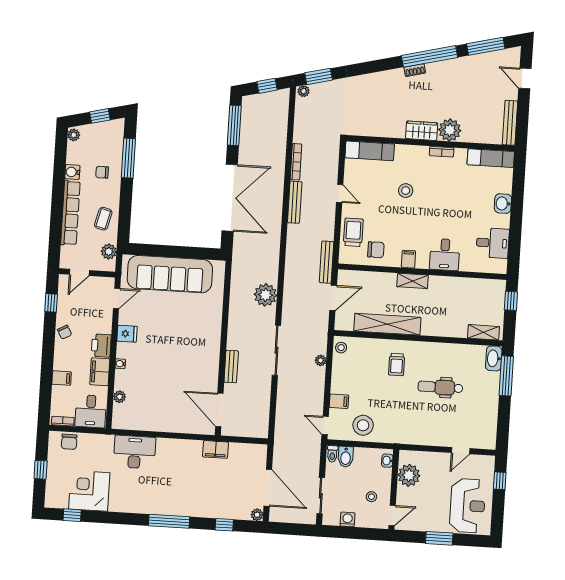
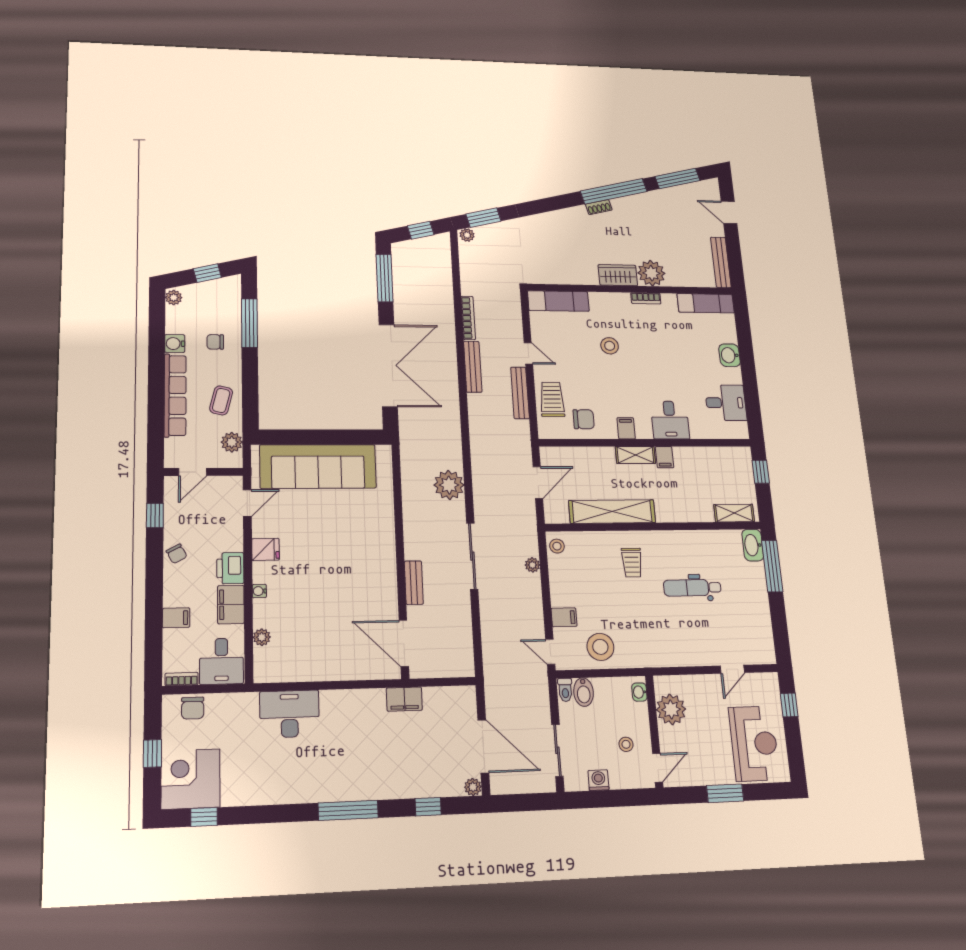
bench: (327, 262) -> (520, 393), moved
filing cabinet: (435, 284) -> (665, 457), added
corner desk: (89, 491) -> (191, 779), moved

